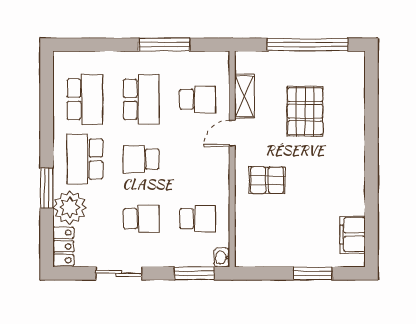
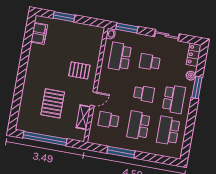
plant: (70, 207) -> (191, 76), width x0.53, depth x0.53
school desk: (198, 219) -> (120, 57), width x1.85

